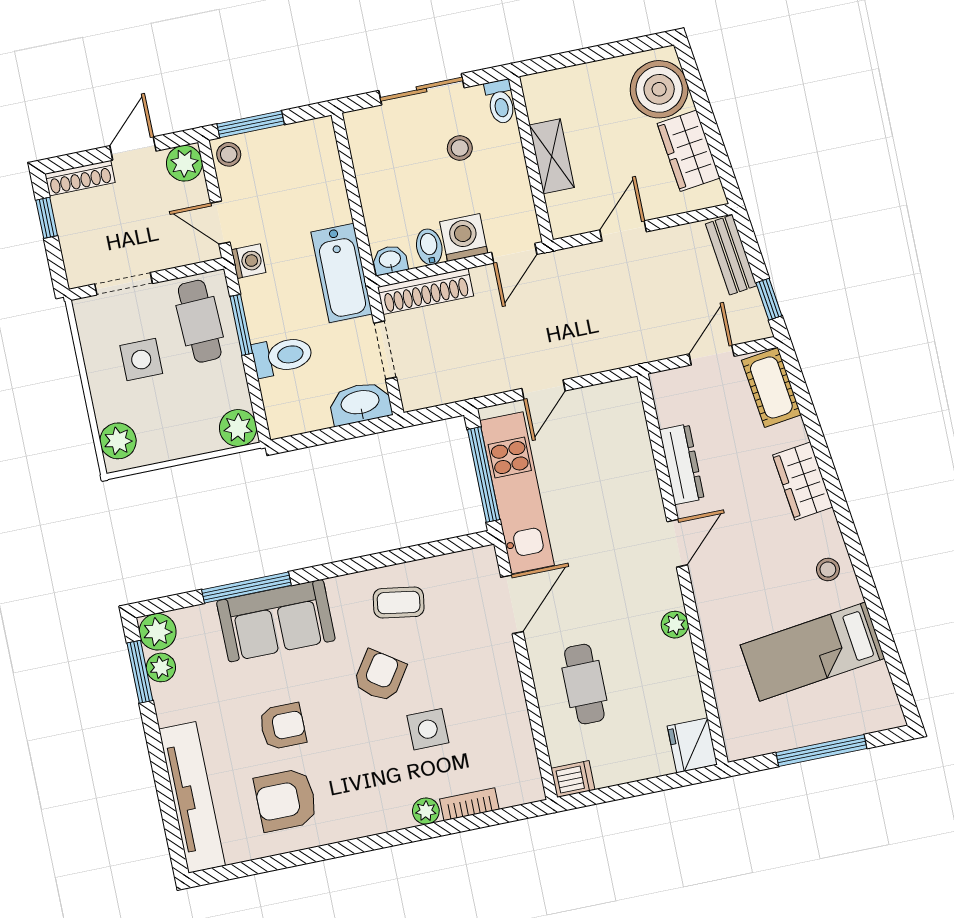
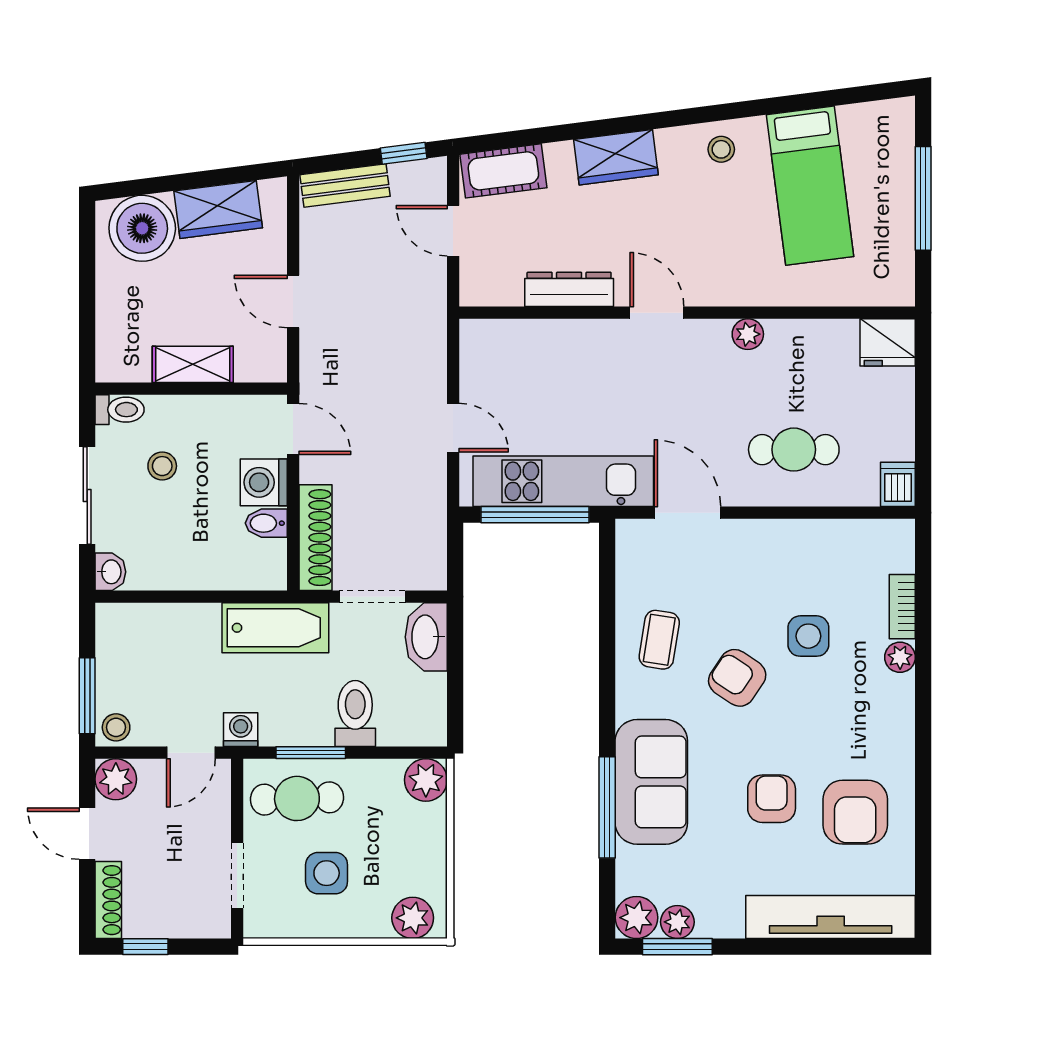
washbasin: (390, 260) -> (110, 572), moved, turned 180

